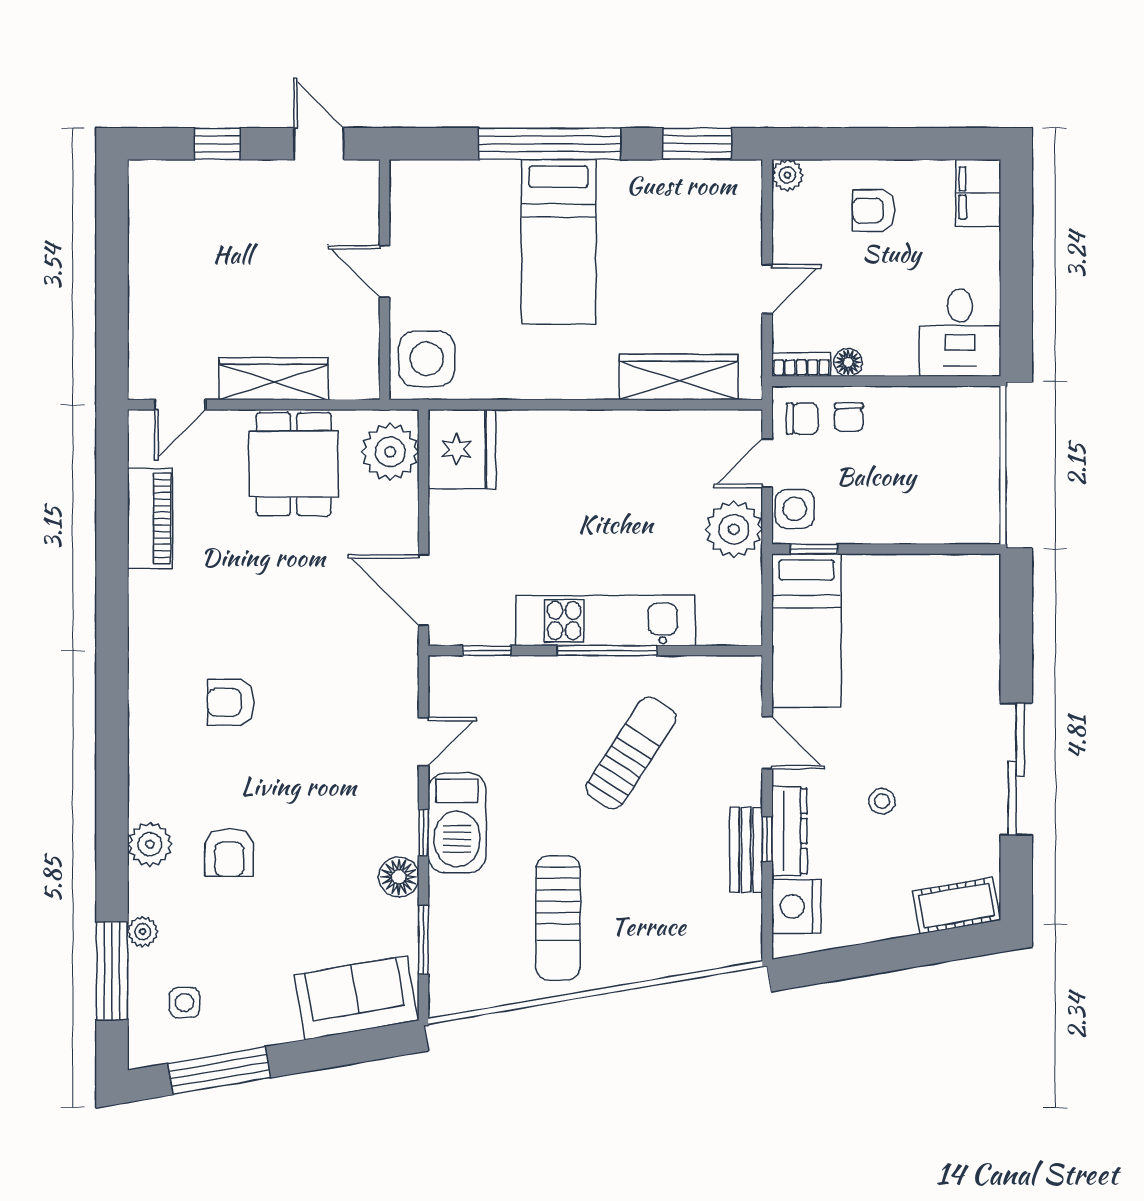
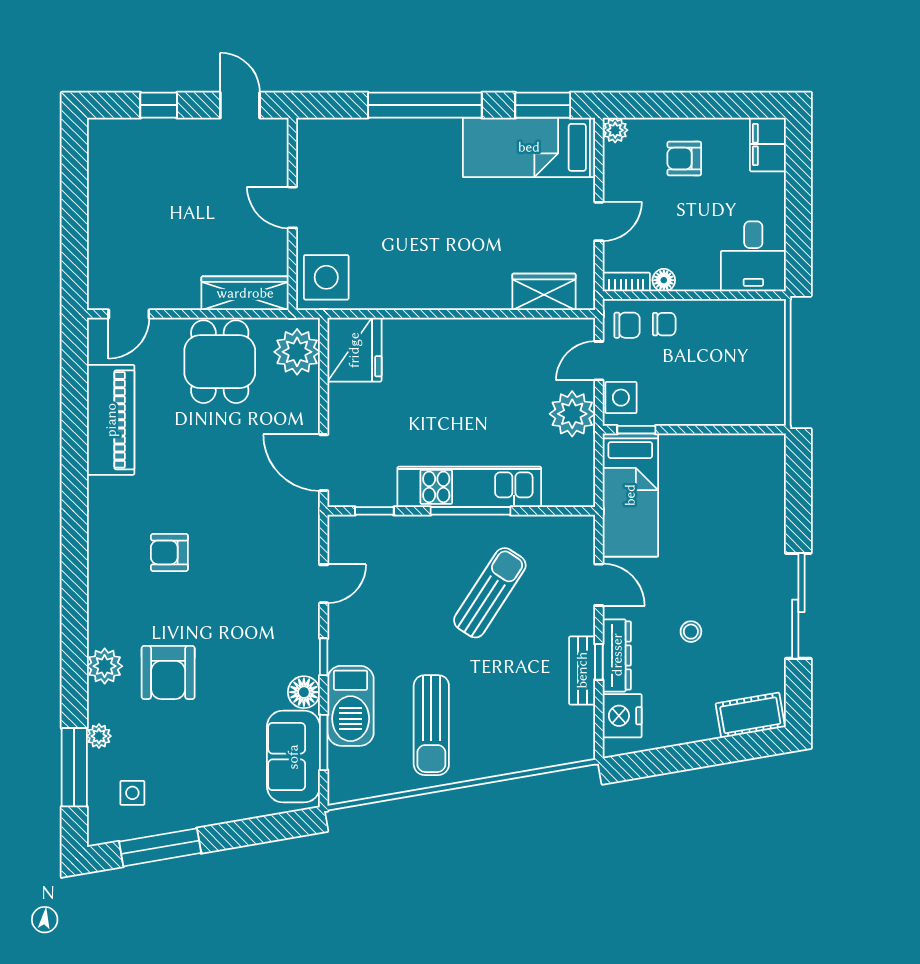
bed: (559, 242) -> (529, 147), moved, turned 90
wardrobe: (679, 377) -> (544, 292), width x0.67
wardrobe: (274, 379) -> (245, 293), moved
chair: (849, 417) -> (664, 324), turned -90
piano: (150, 518) -> (111, 420), width x1.37, depth x1.33
barbecue: (457, 823) -> (351, 706), moved
armchair: (229, 852) -> (168, 673), width x1.38, depth x1.38
sofa: (356, 998) -> (293, 757), moved, turned -80

